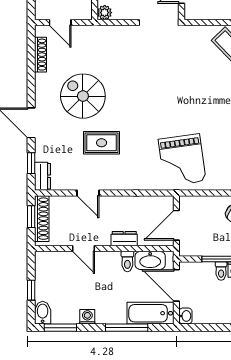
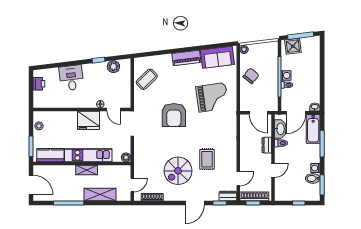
armchair: (173, 89) -> (174, 115), added
grand piano: (182, 160) -> (212, 97), moved
door: (88, 193) -> (238, 179), moved
bidet: (43, 313) -> (313, 178), moved

